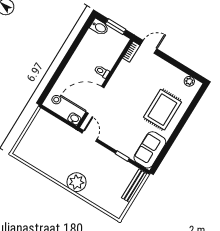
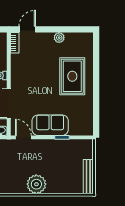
plant: (189, 81) -> (59, 38), moved
sofa: (150, 150) -> (50, 125), moved, turned 90
bench: (134, 186) -> (88, 177), moved

